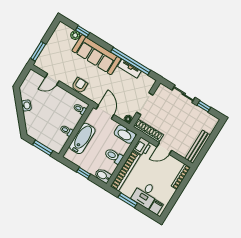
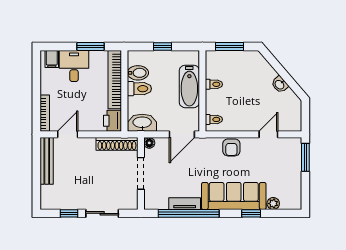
window: (83, 31) -> (251, 213), moved
door: (105, 112) -> (182, 134), hinge flipped
door: (164, 149) -> (68, 134), moved
bidet: (103, 176) -> (138, 73), moved

